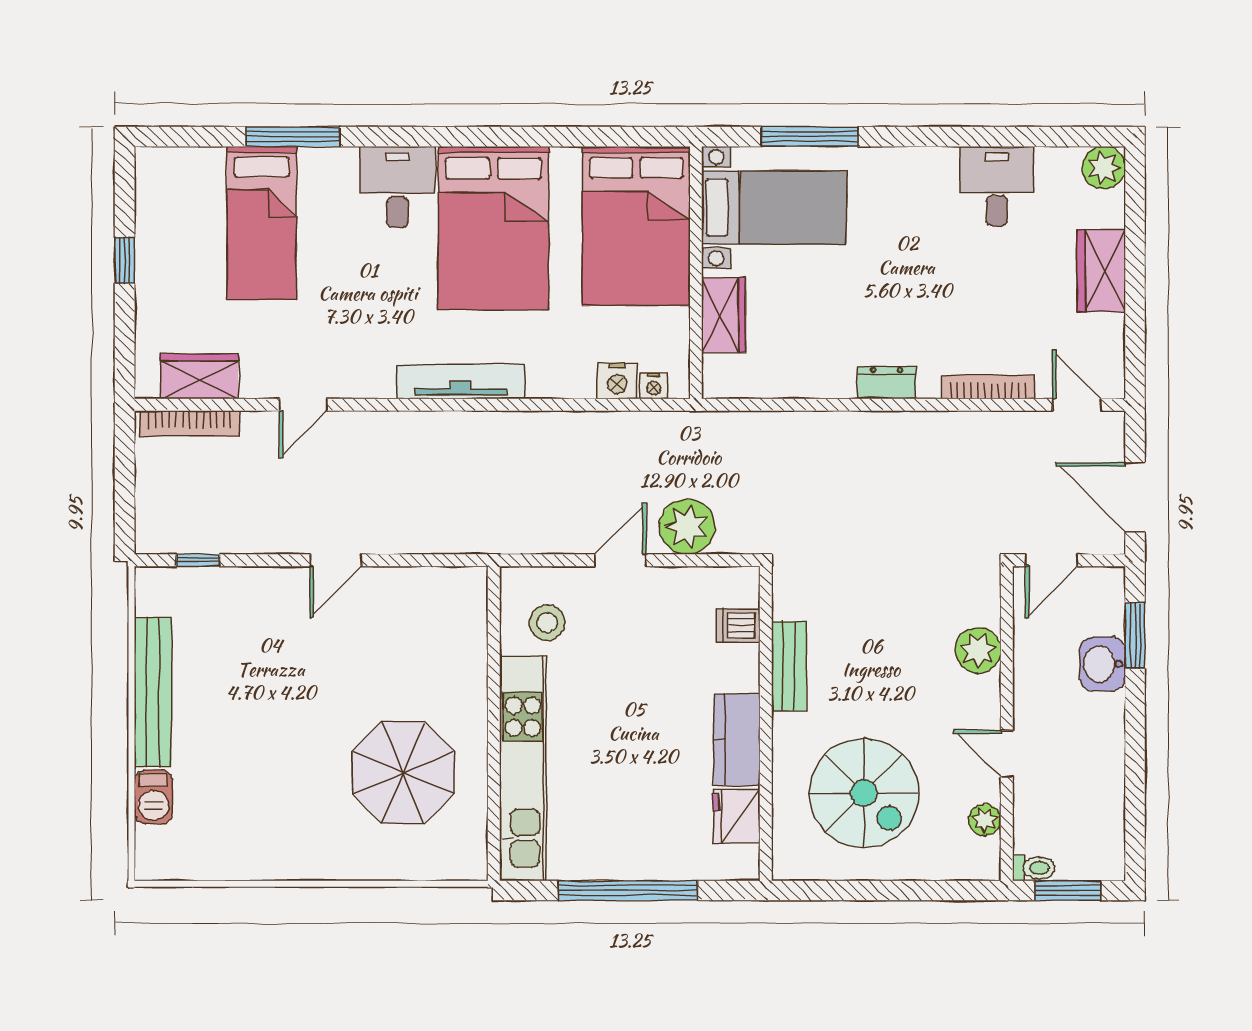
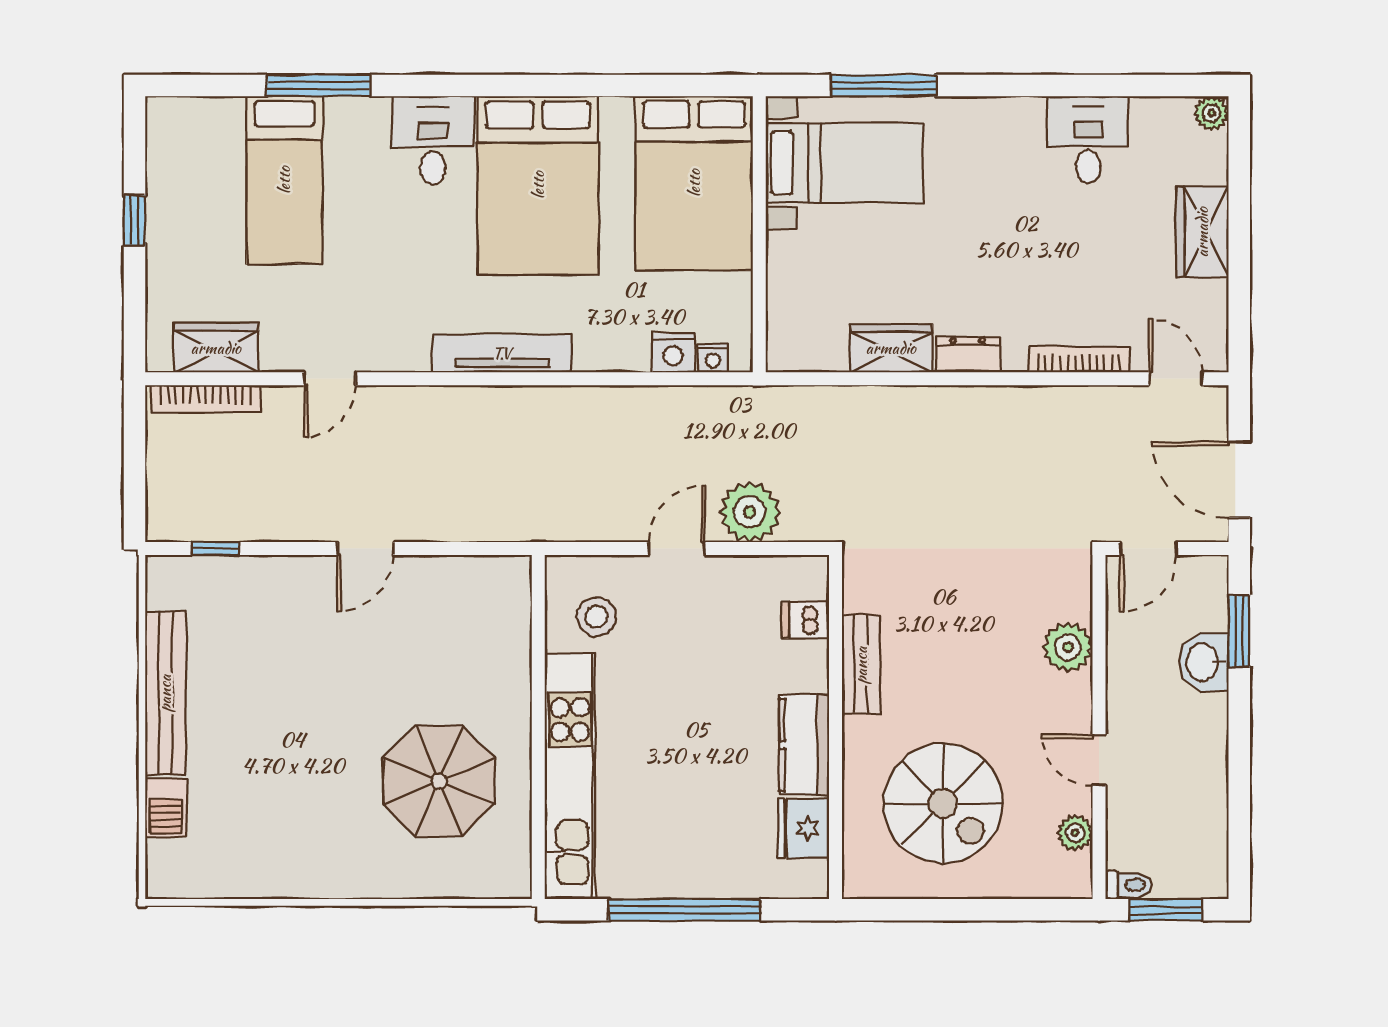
plant: (1104, 168) -> (1212, 113), width x0.73, depth x0.73
wardrobe: (724, 315) -> (891, 348), moved, turned -90

